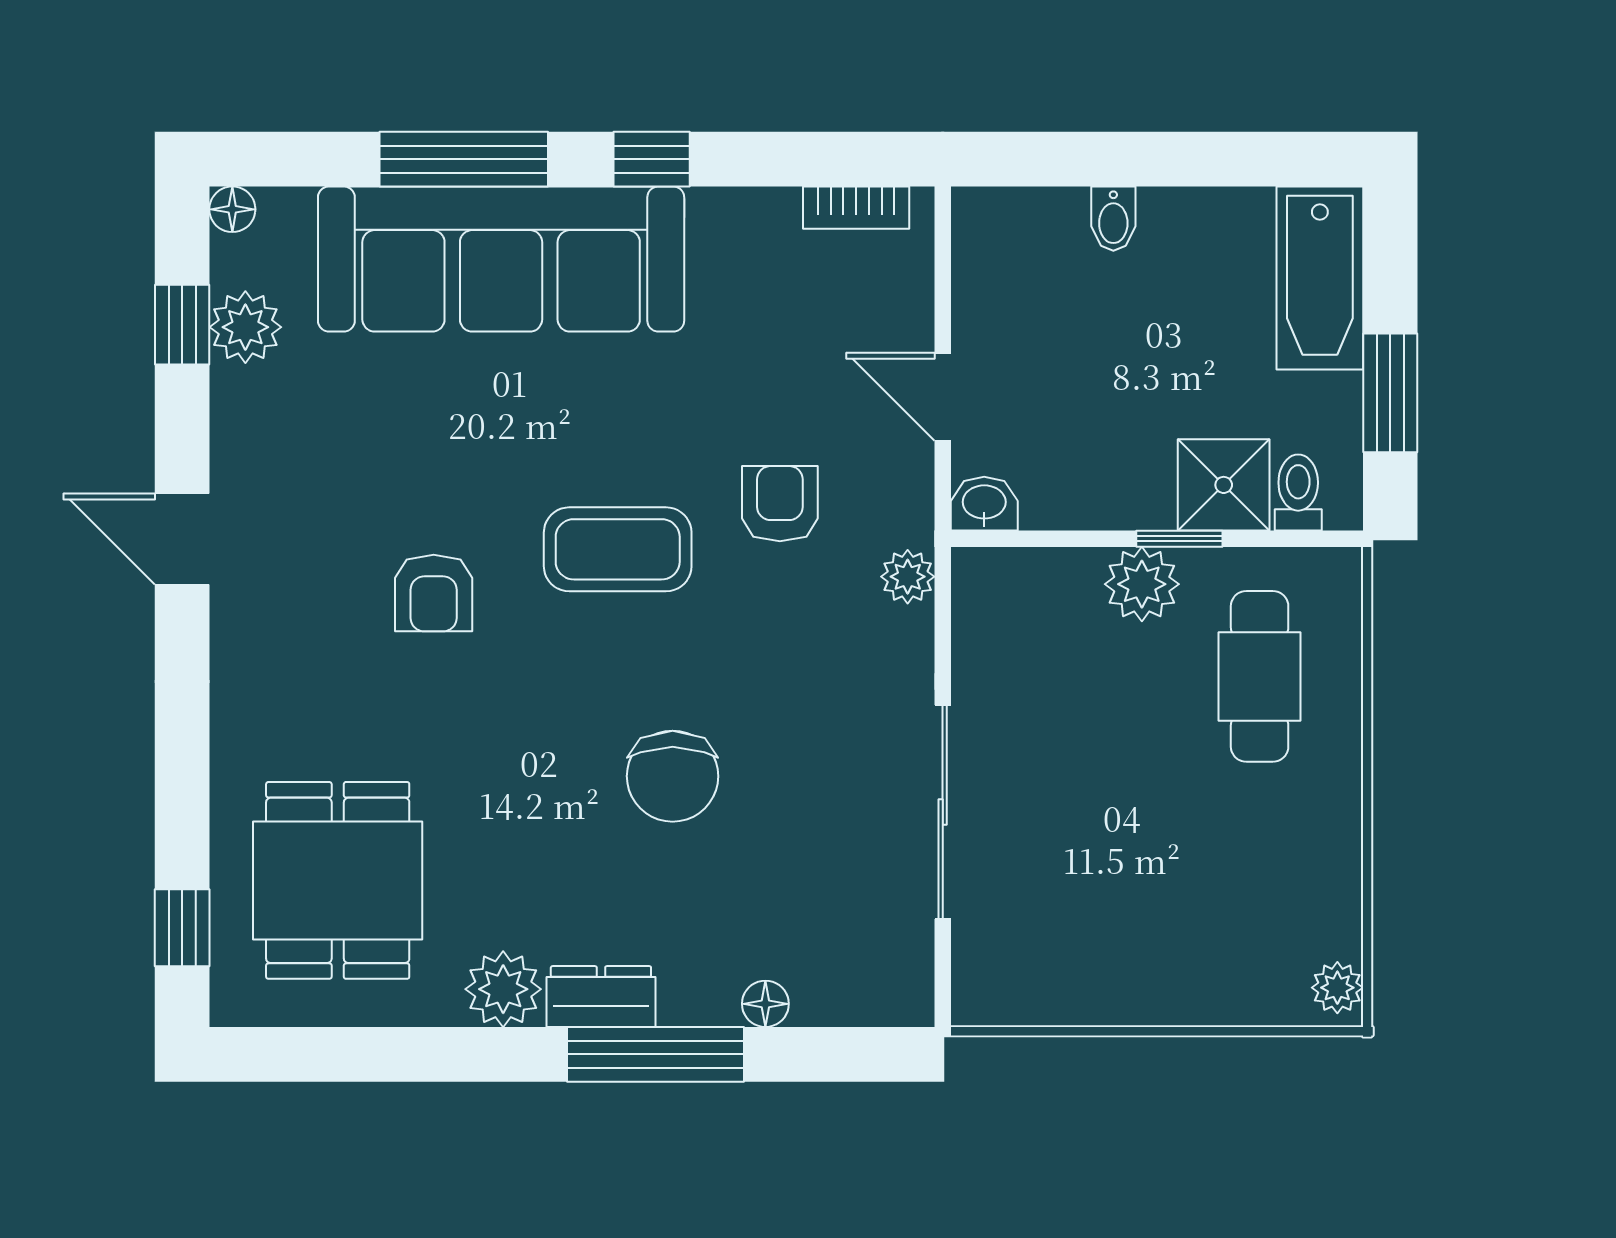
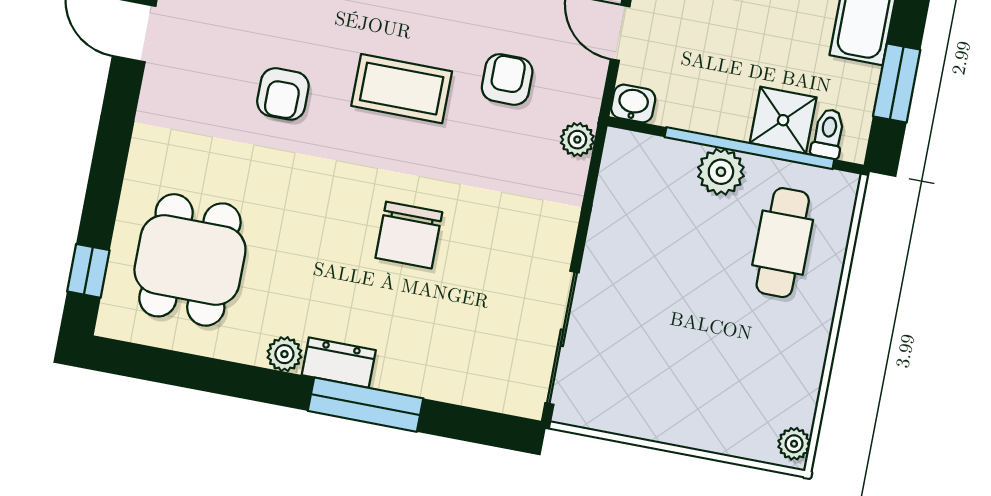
window: (1179, 539) -> (749, 148), width x3.17
sliding door: (943, 812) -> (562, 338), moved
plant: (503, 989) -> (284, 354), width x0.73, depth x0.73
floor lamp: (765, 1004) -> (439, 386), removed

